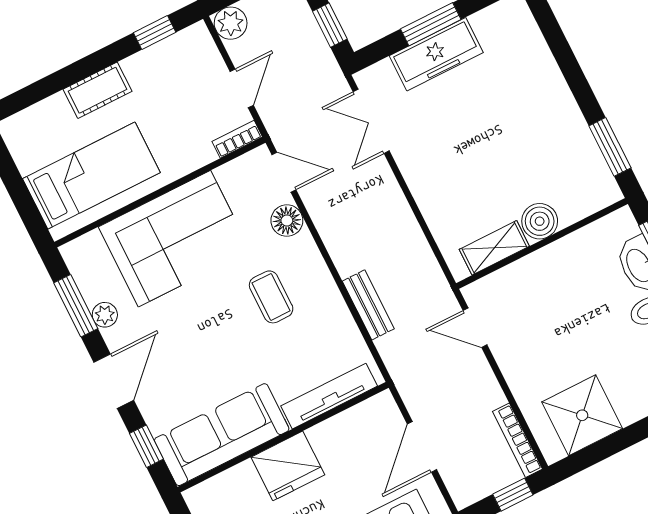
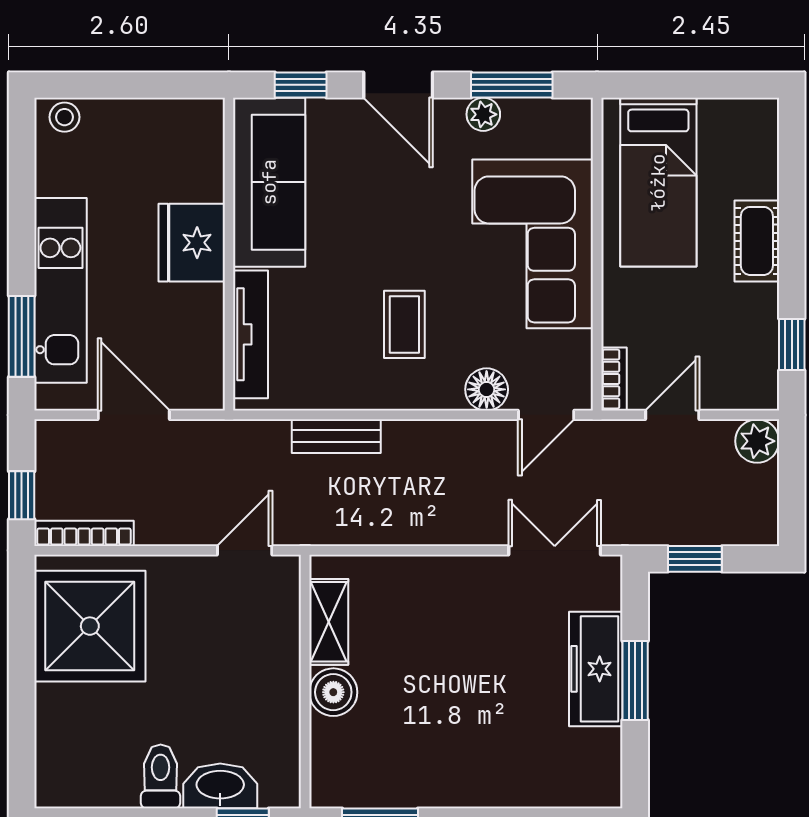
door: (242, 88) -> (672, 415), swing flipped
coffee table: (271, 297) -> (404, 324), turned 90
shower: (582, 415) -> (90, 626), width x1.37, depth x1.37

